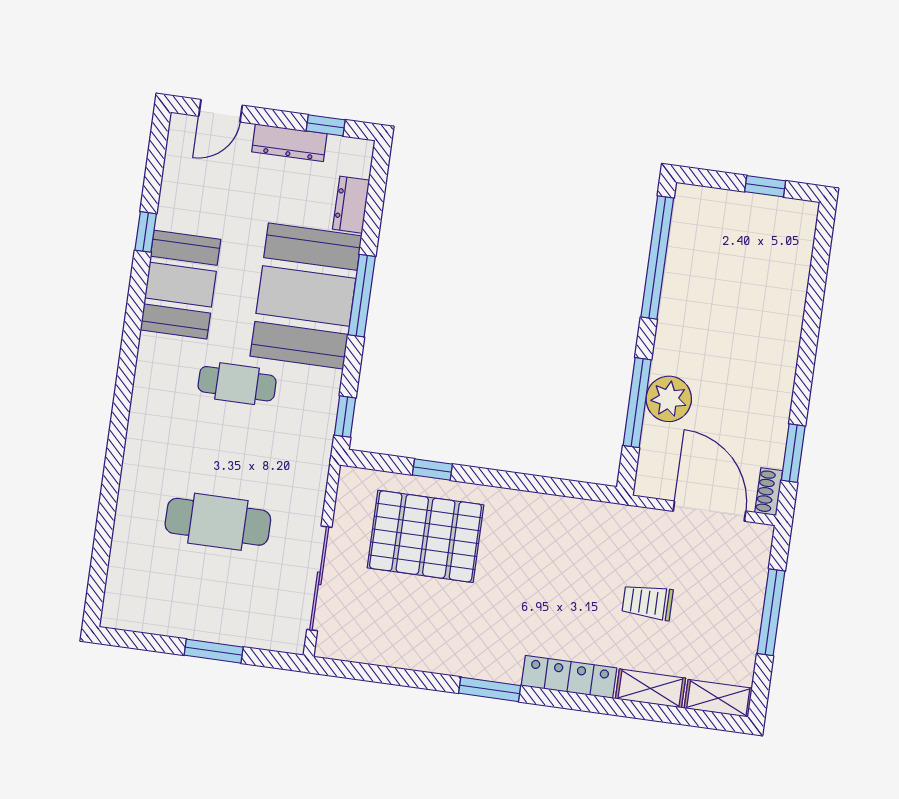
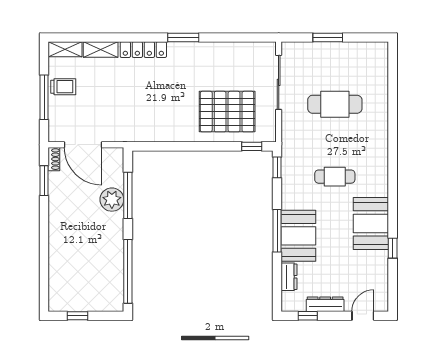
booth: (306, 296) -> (298, 236), width x0.73, depth x0.70
window: (432, 469) -> (252, 146), moved
trolley: (648, 602) -> (63, 87), moved

